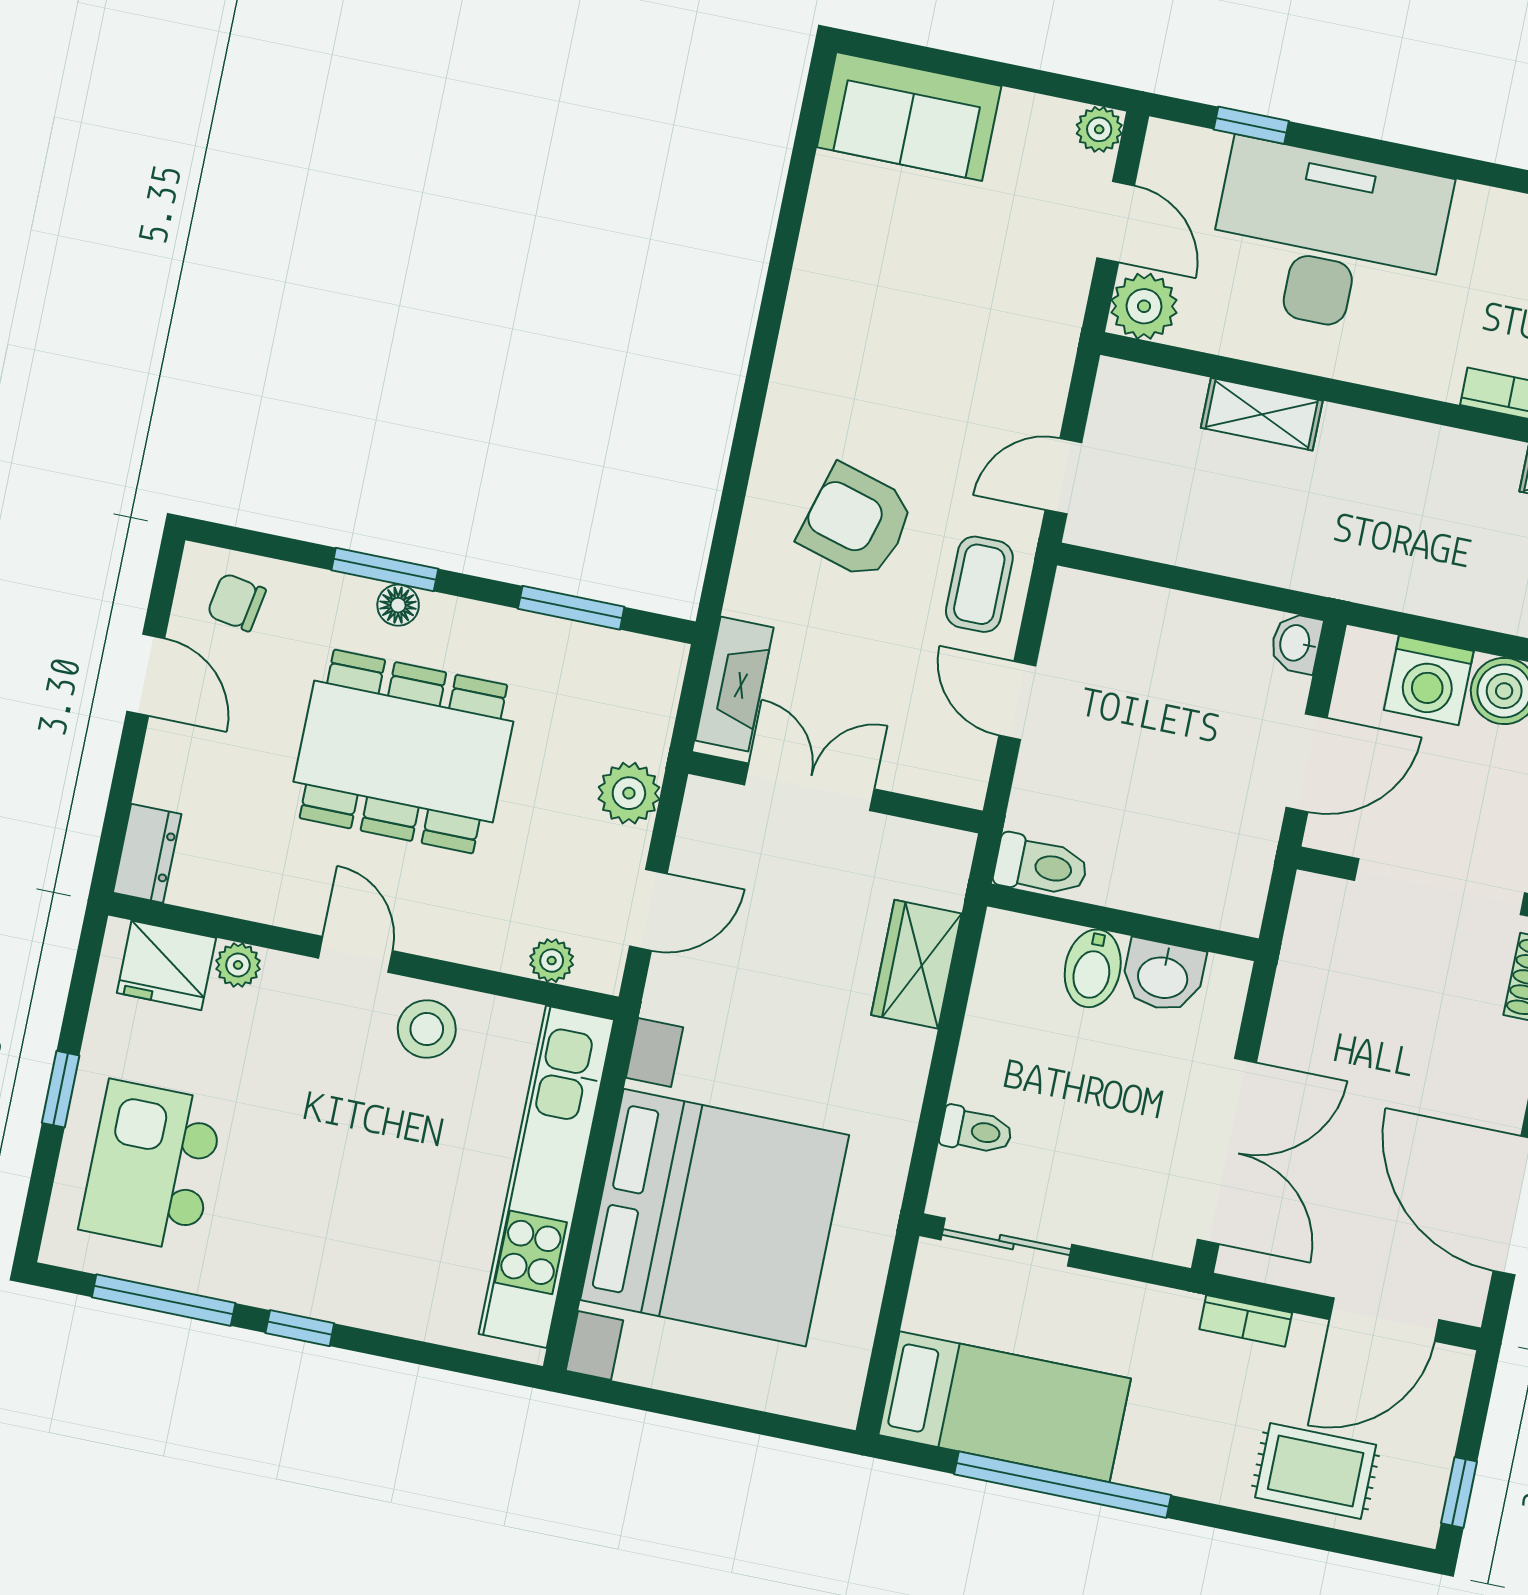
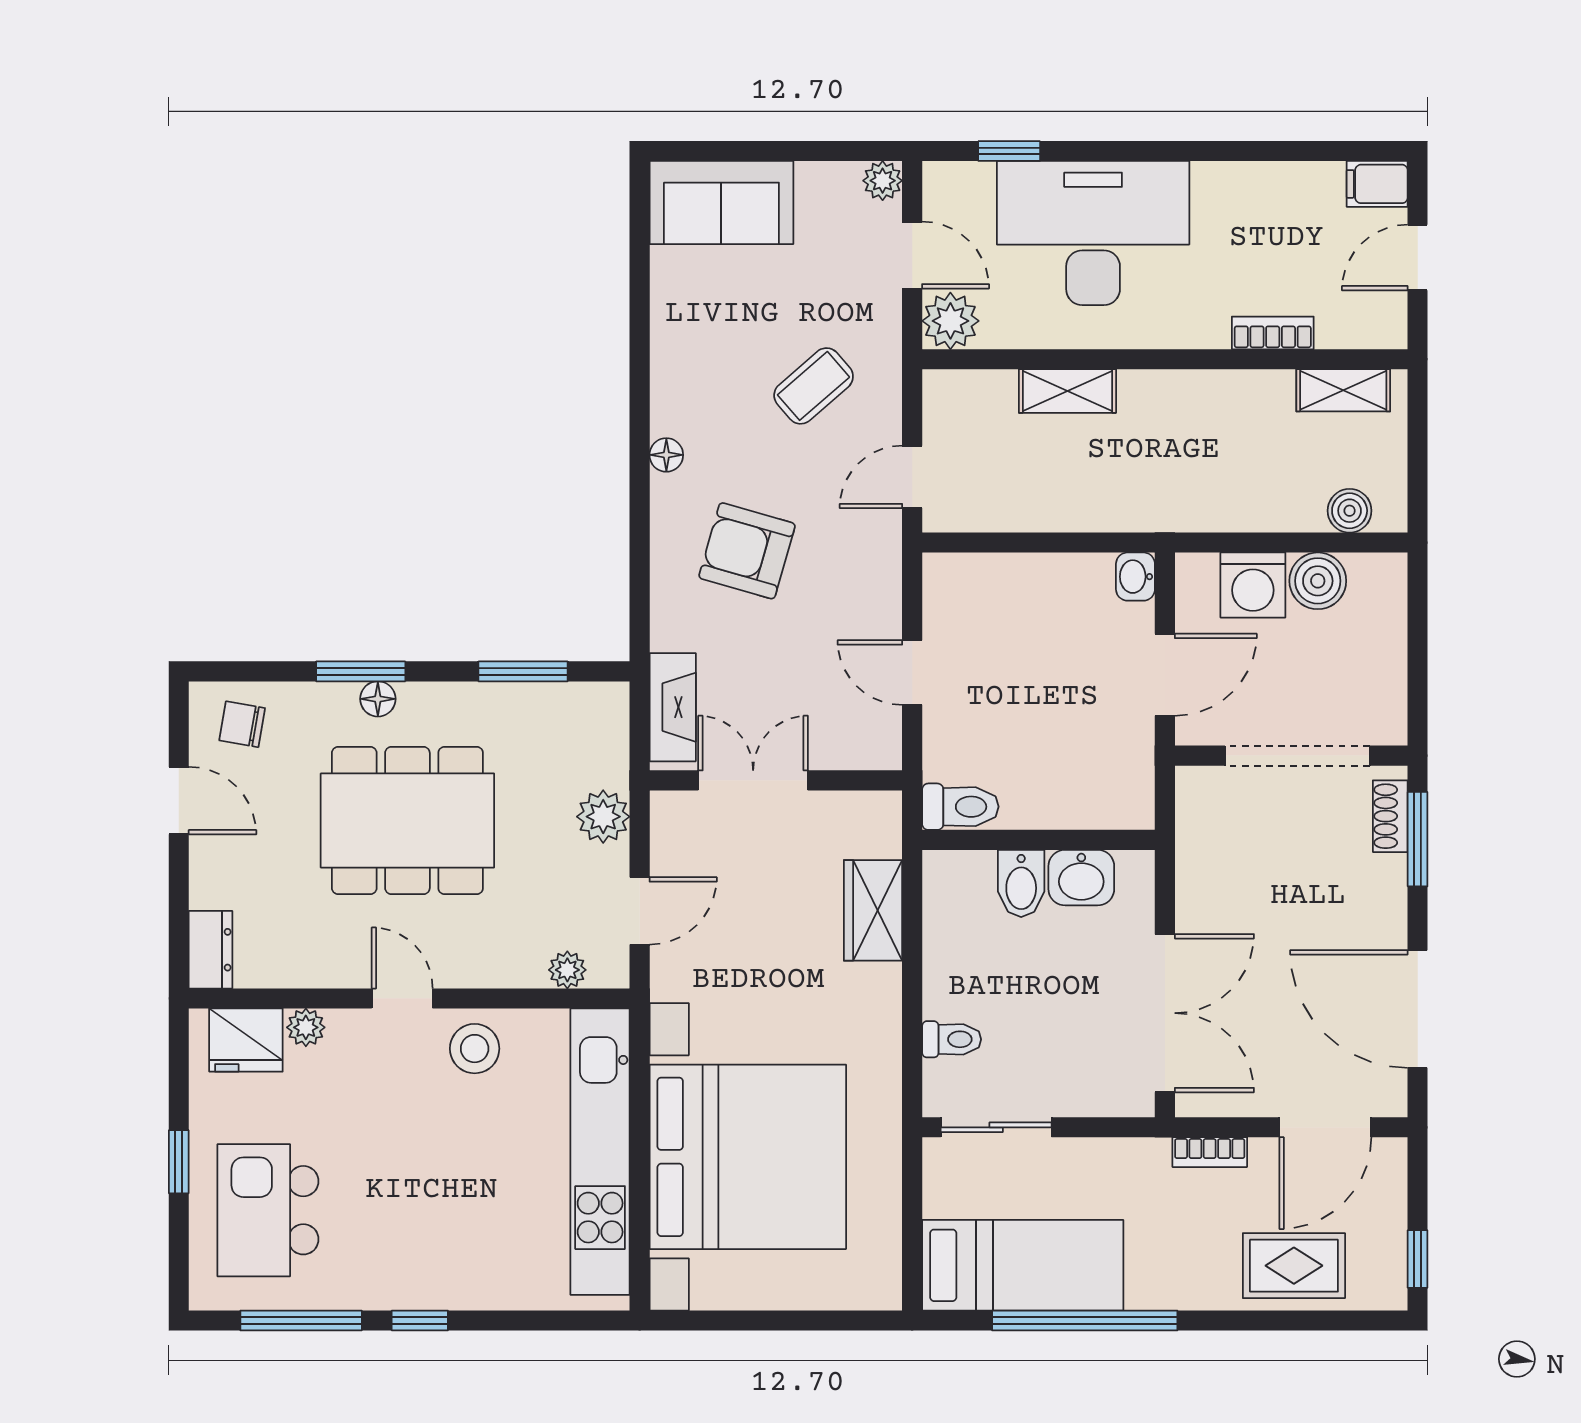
floor lamp: (786, 393) -> (666, 455), added
coffee table: (979, 584) -> (814, 386), moved, turned 49

